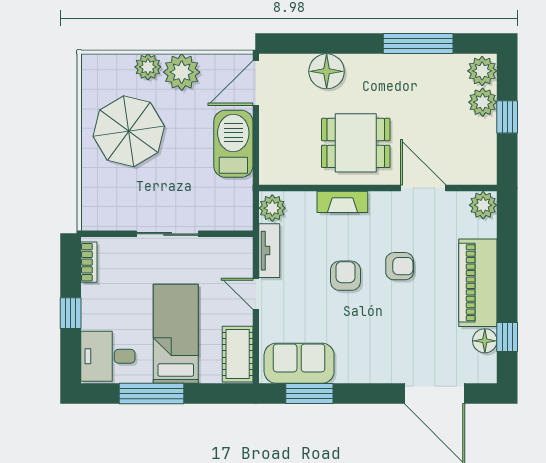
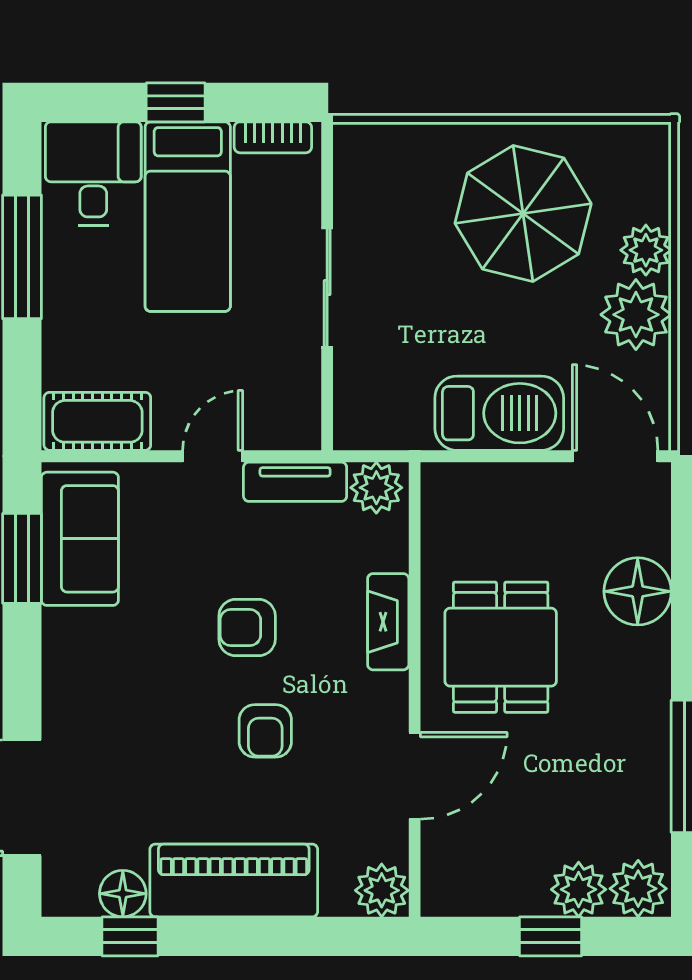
armchair: (346, 276) -> (247, 628), turned 180
bed: (176, 334) -> (188, 217), moved, turned 90

